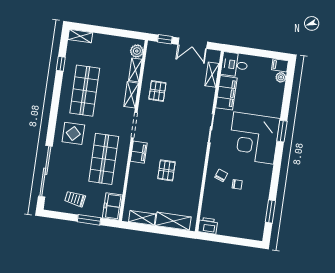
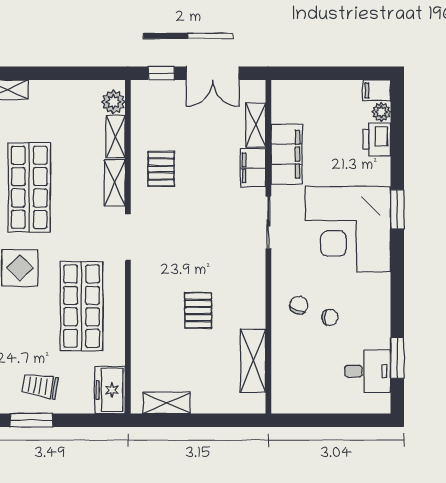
desk: (234, 65) -> (368, 371), moved, turned 180
filing cabinet: (139, 152) -> (253, 168), moved, turned 180
window: (89, 220) -> (31, 420), moved
shelving: (173, 221) -> (253, 361), moved, turned 90
printer: (208, 226) -> (377, 139), moved, turned -90

